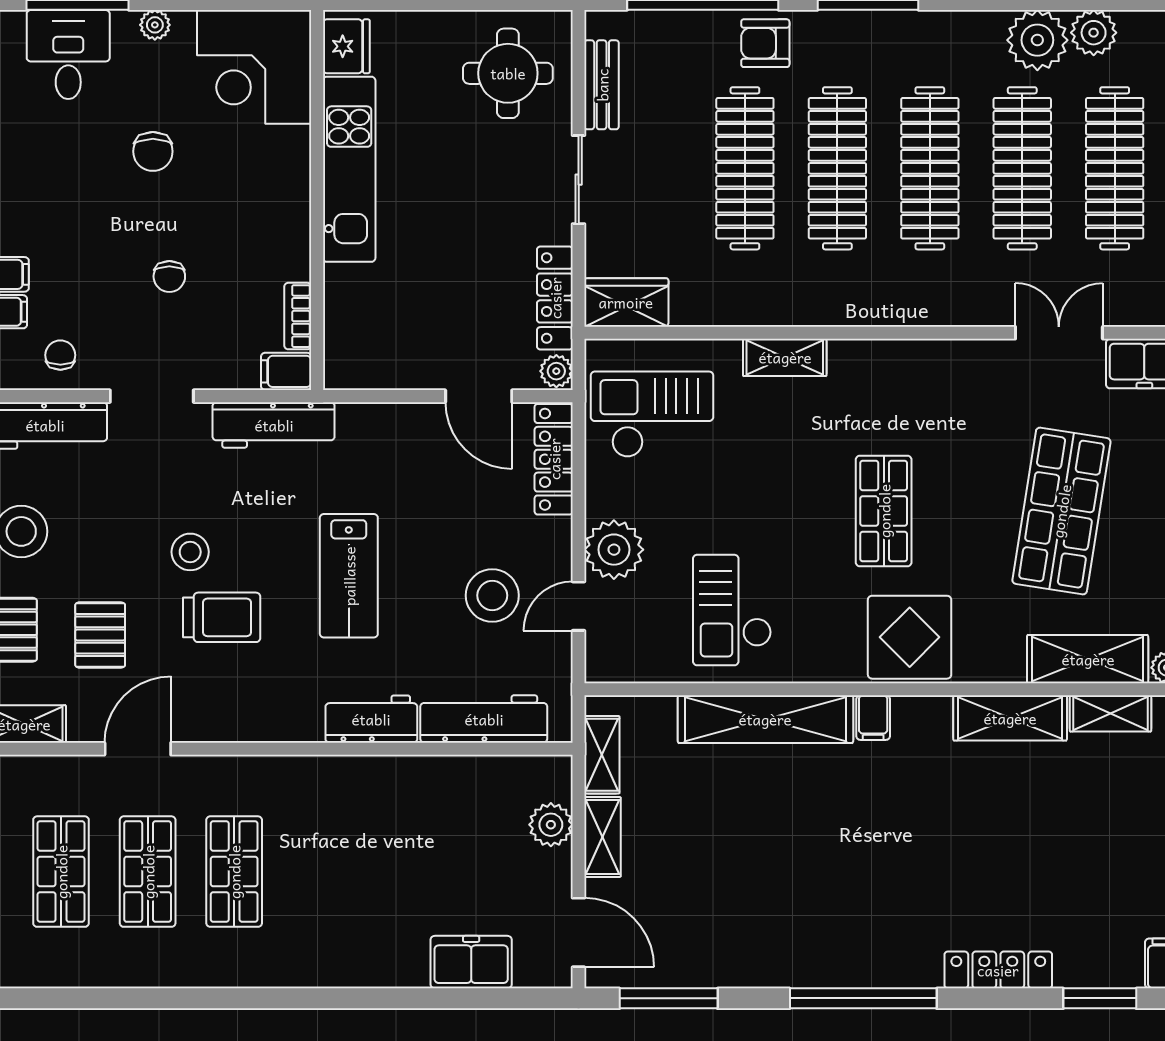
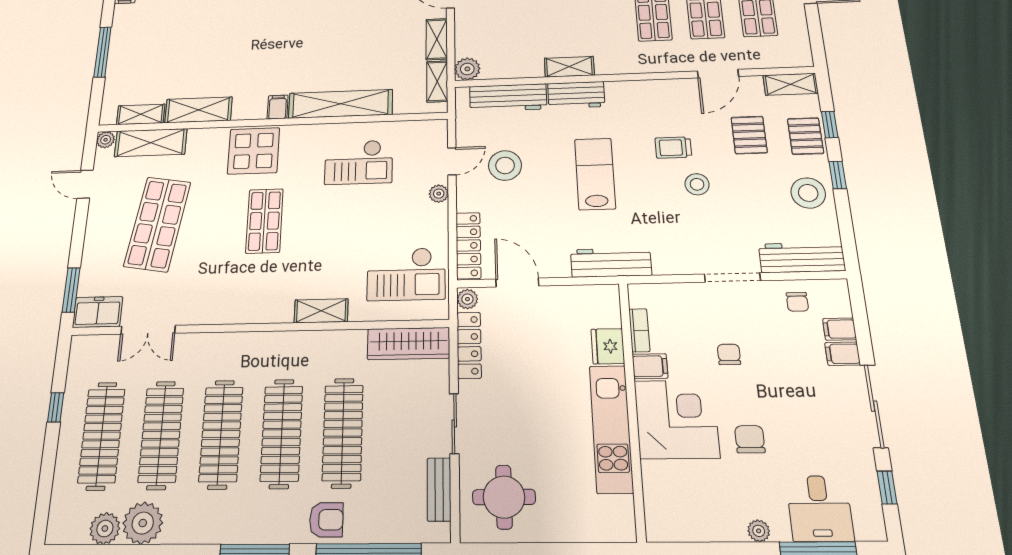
fridge: (346, 46) -> (608, 346), moved
corner desk: (254, 67) -> (677, 419), moved
wardrobe: (626, 302) -> (409, 344), width x1.50
filing cabinet: (286, 371) -> (650, 366), moved
workbench: (274, 425) -> (611, 263), moved
plant: (614, 550) -> (439, 194), width x0.53, depth x0.53
checkout: (732, 610) -> (359, 162), turned 90
trolley: (222, 617) -> (673, 148), width x0.73, depth x0.72
shelving: (380, 773) -> (569, 67), added
plant: (551, 825) -> (467, 69), moved

